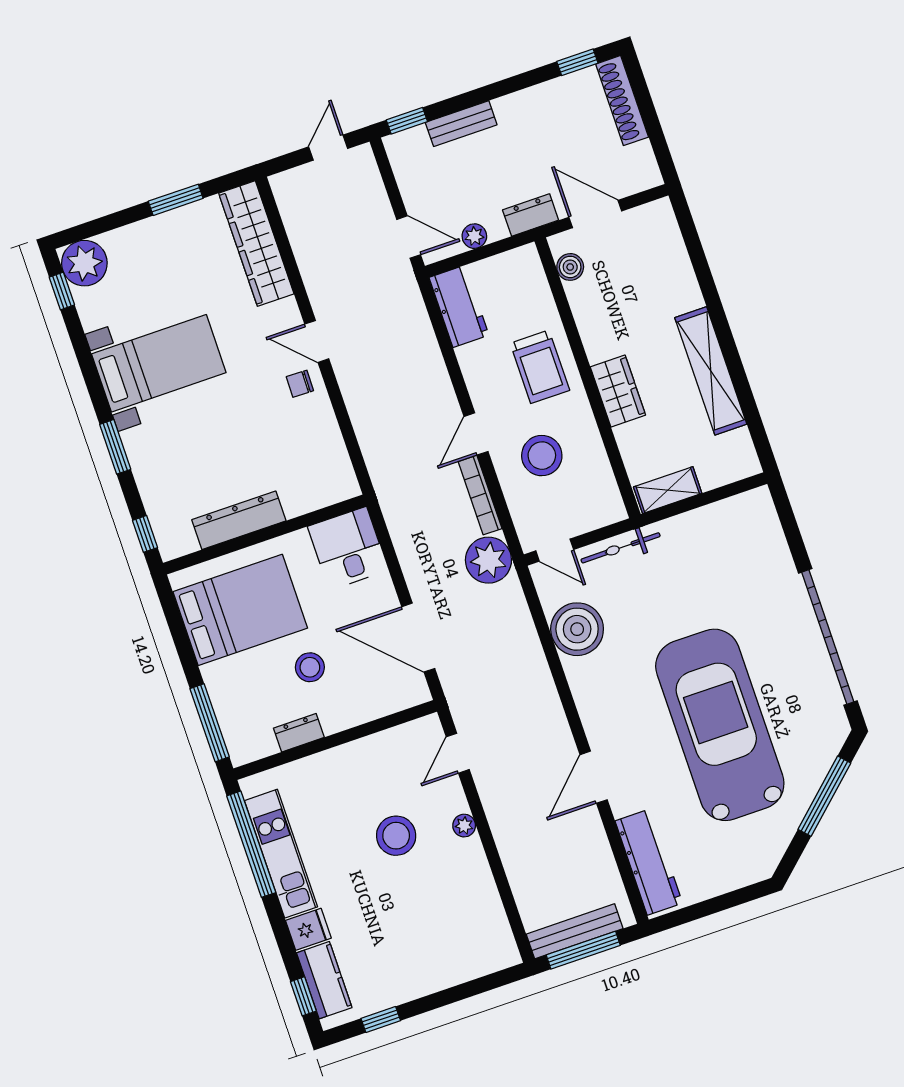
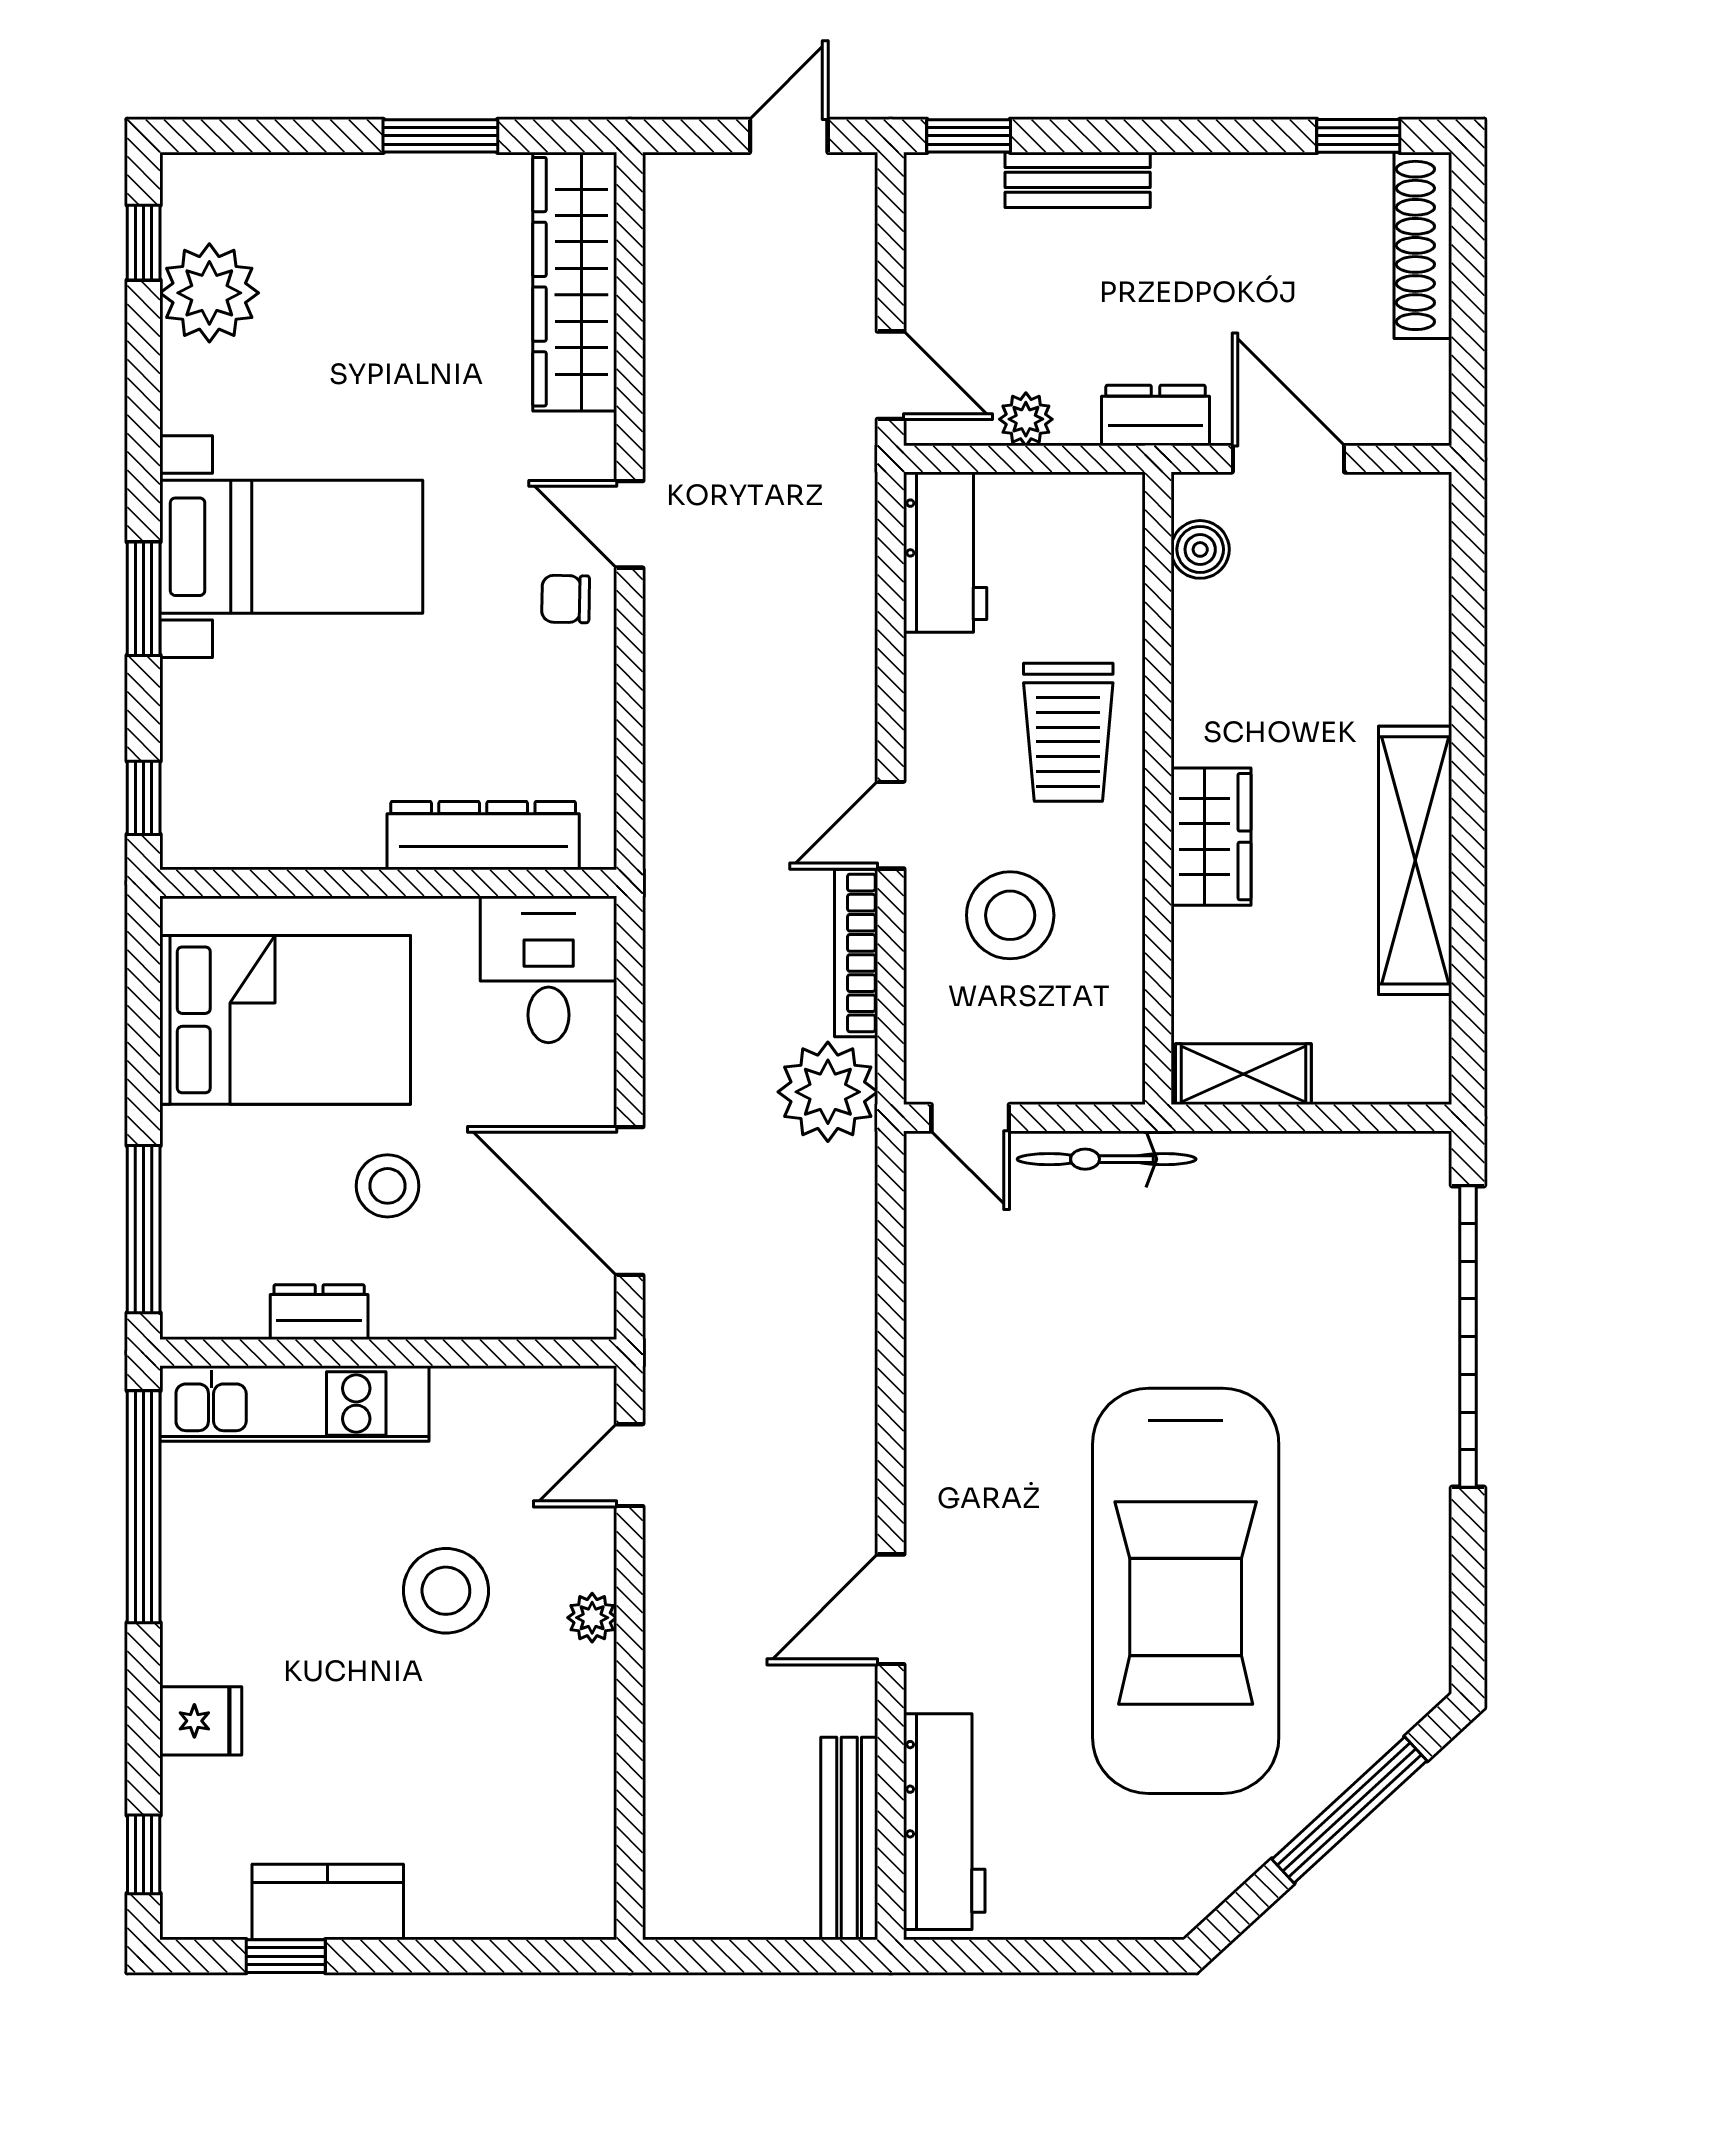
plant: (84, 263) -> (209, 293), moved
bed with nightstands: (159, 363) -> (291, 547), moved
dresser: (239, 520) -> (483, 836), moved
boiler: (577, 629) -> (961, 1295), removed
garage door: (828, 637) -> (1468, 1337), moved
car: (720, 725) -> (1186, 1591), turned 180
kitchen unit: (281, 854) -> (294, 1404), moved, turned 90
bench: (575, 931) -> (849, 1838), moved, turned 90
window: (583, 950) -> (749, 1956), removed
kitchen counter: (324, 980) -> (328, 1902), moved, turned -90

